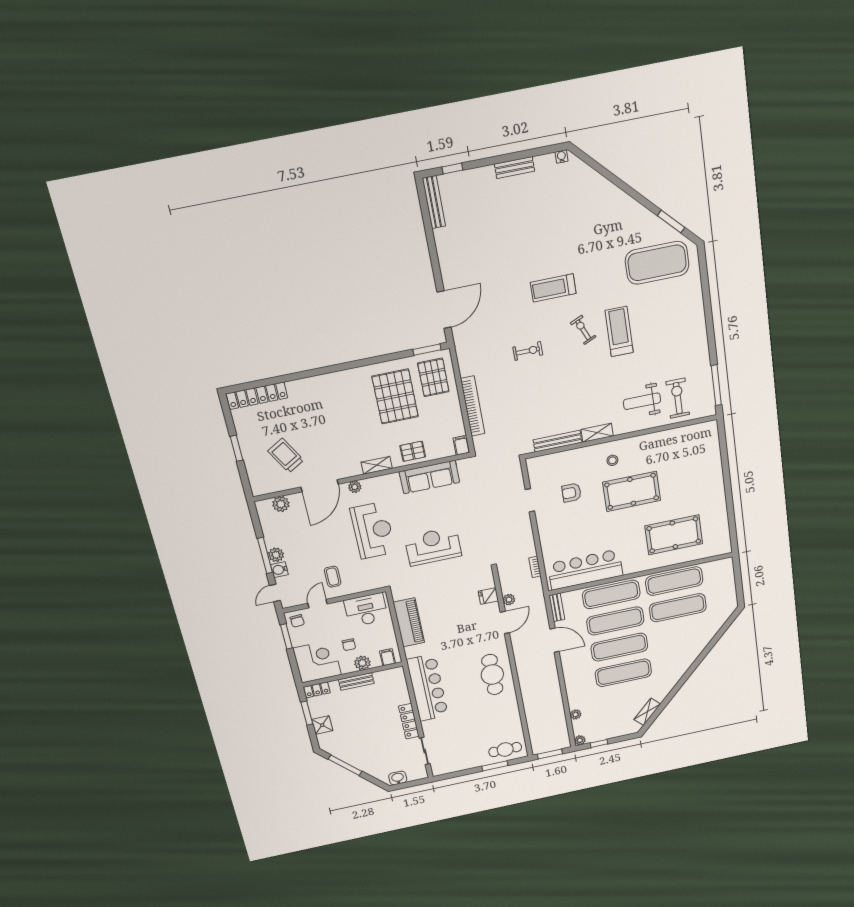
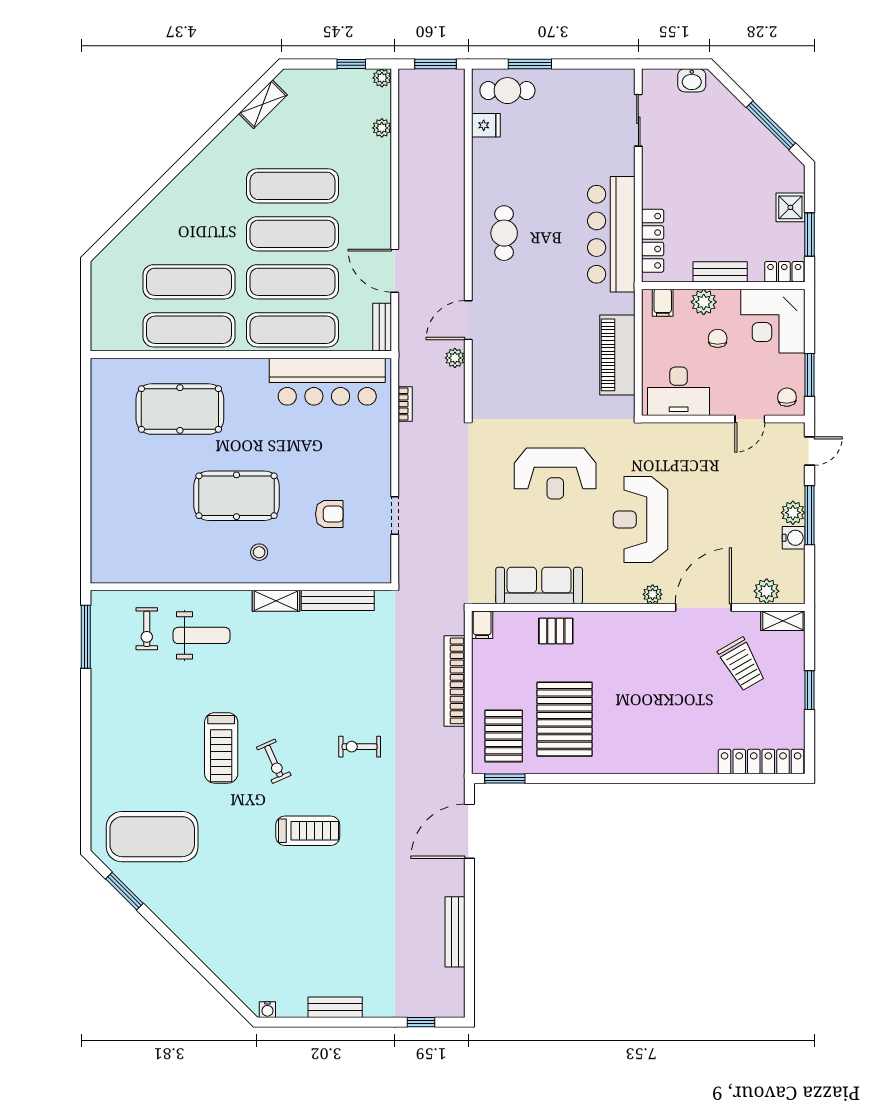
bench: (434, 202) -> (455, 932), moved
exercise bike: (678, 398) -> (147, 629), width x0.73, depth x0.72
shelving: (377, 465) -> (783, 621), moved
water cooler: (279, 570) -> (794, 538), moved
coffee table: (333, 577) -> (717, 458), removed
fridge: (488, 596) -> (486, 125), moved
cafe table: (492, 675) -> (504, 233), width x0.73, depth x0.74
locker: (409, 721) -> (653, 241), moved

